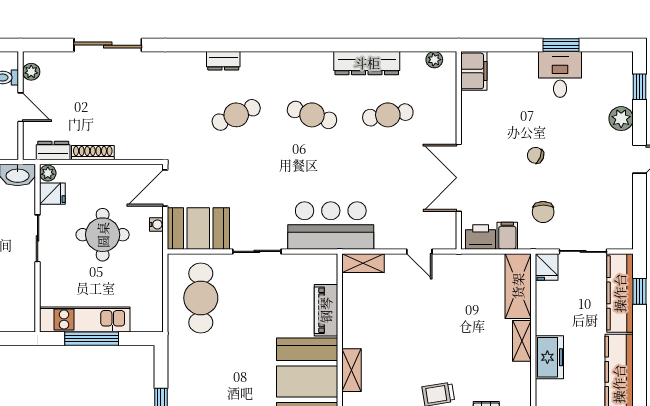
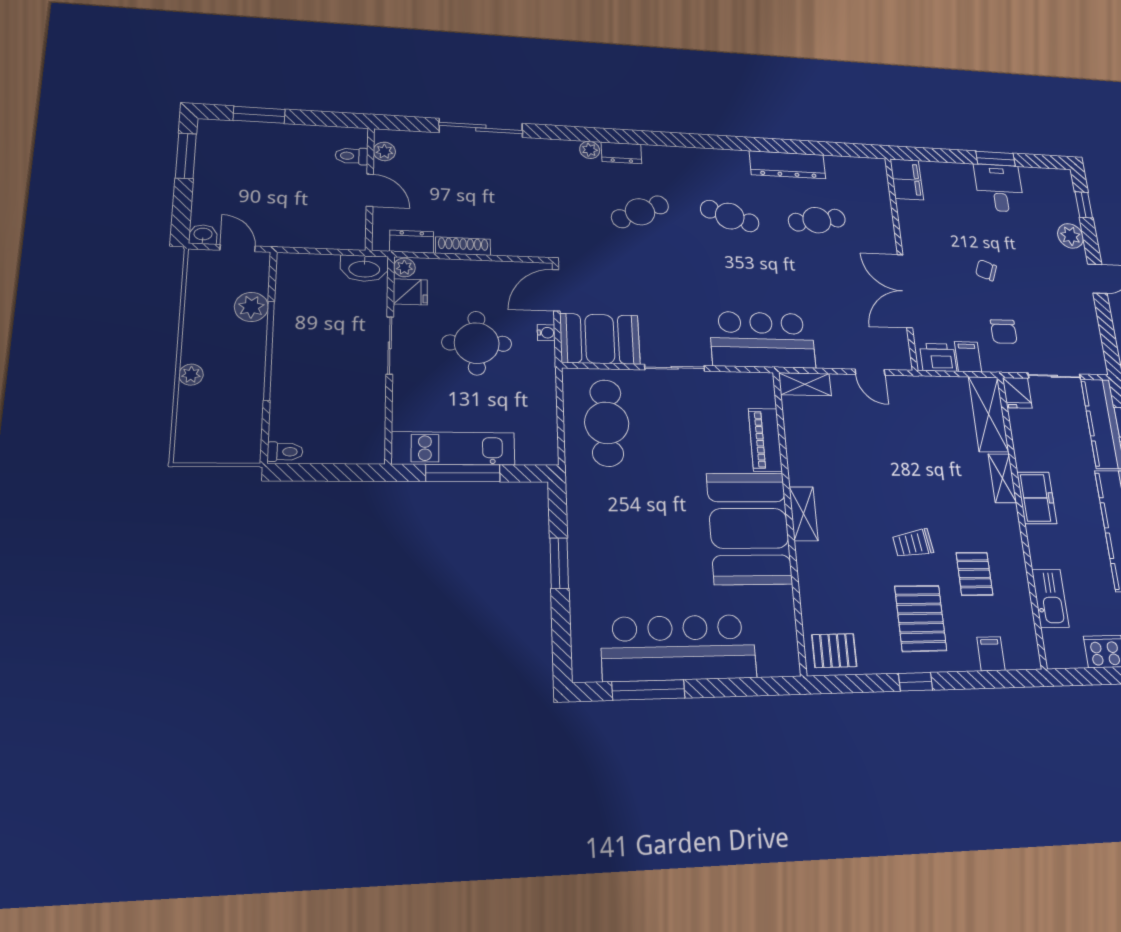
plant: (434, 60) -> (590, 150), moved

